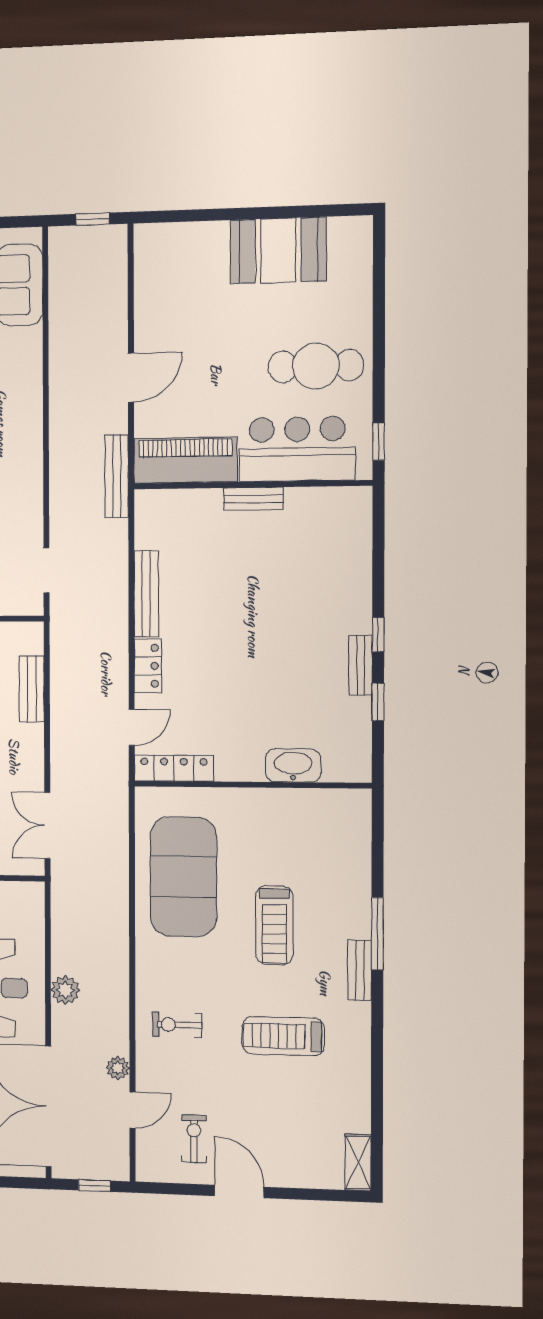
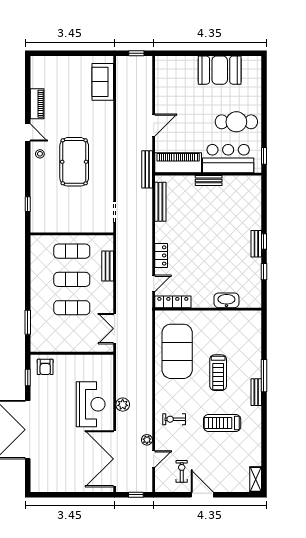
bench: (146, 594) -> (160, 202), moved
bench: (361, 665) -> (256, 244), moved

